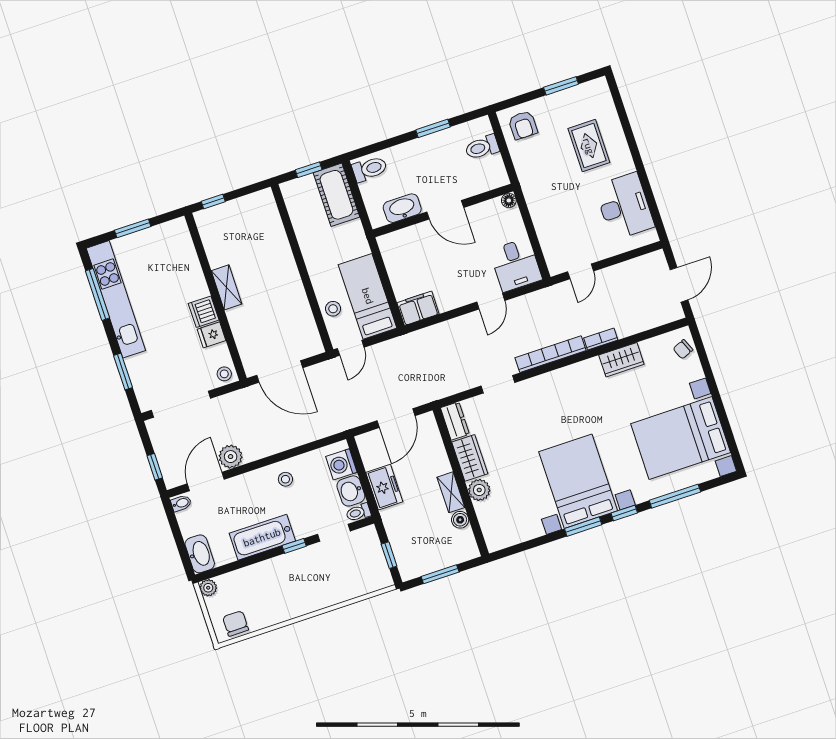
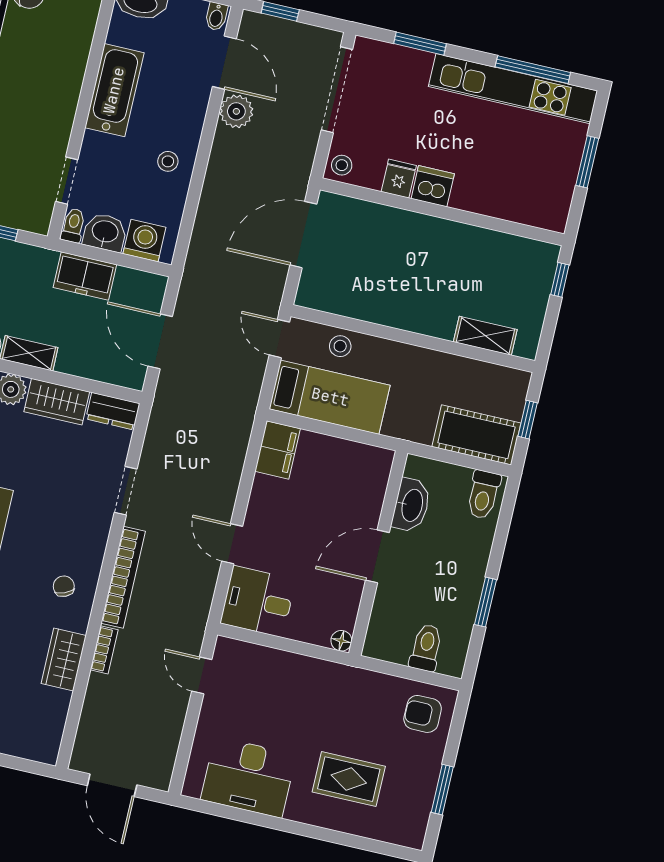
shelving: (227, 287) -> (485, 336), moved
chair: (683, 349) -> (64, 586), moved
window: (294, 546) -> (80, 122), removed

